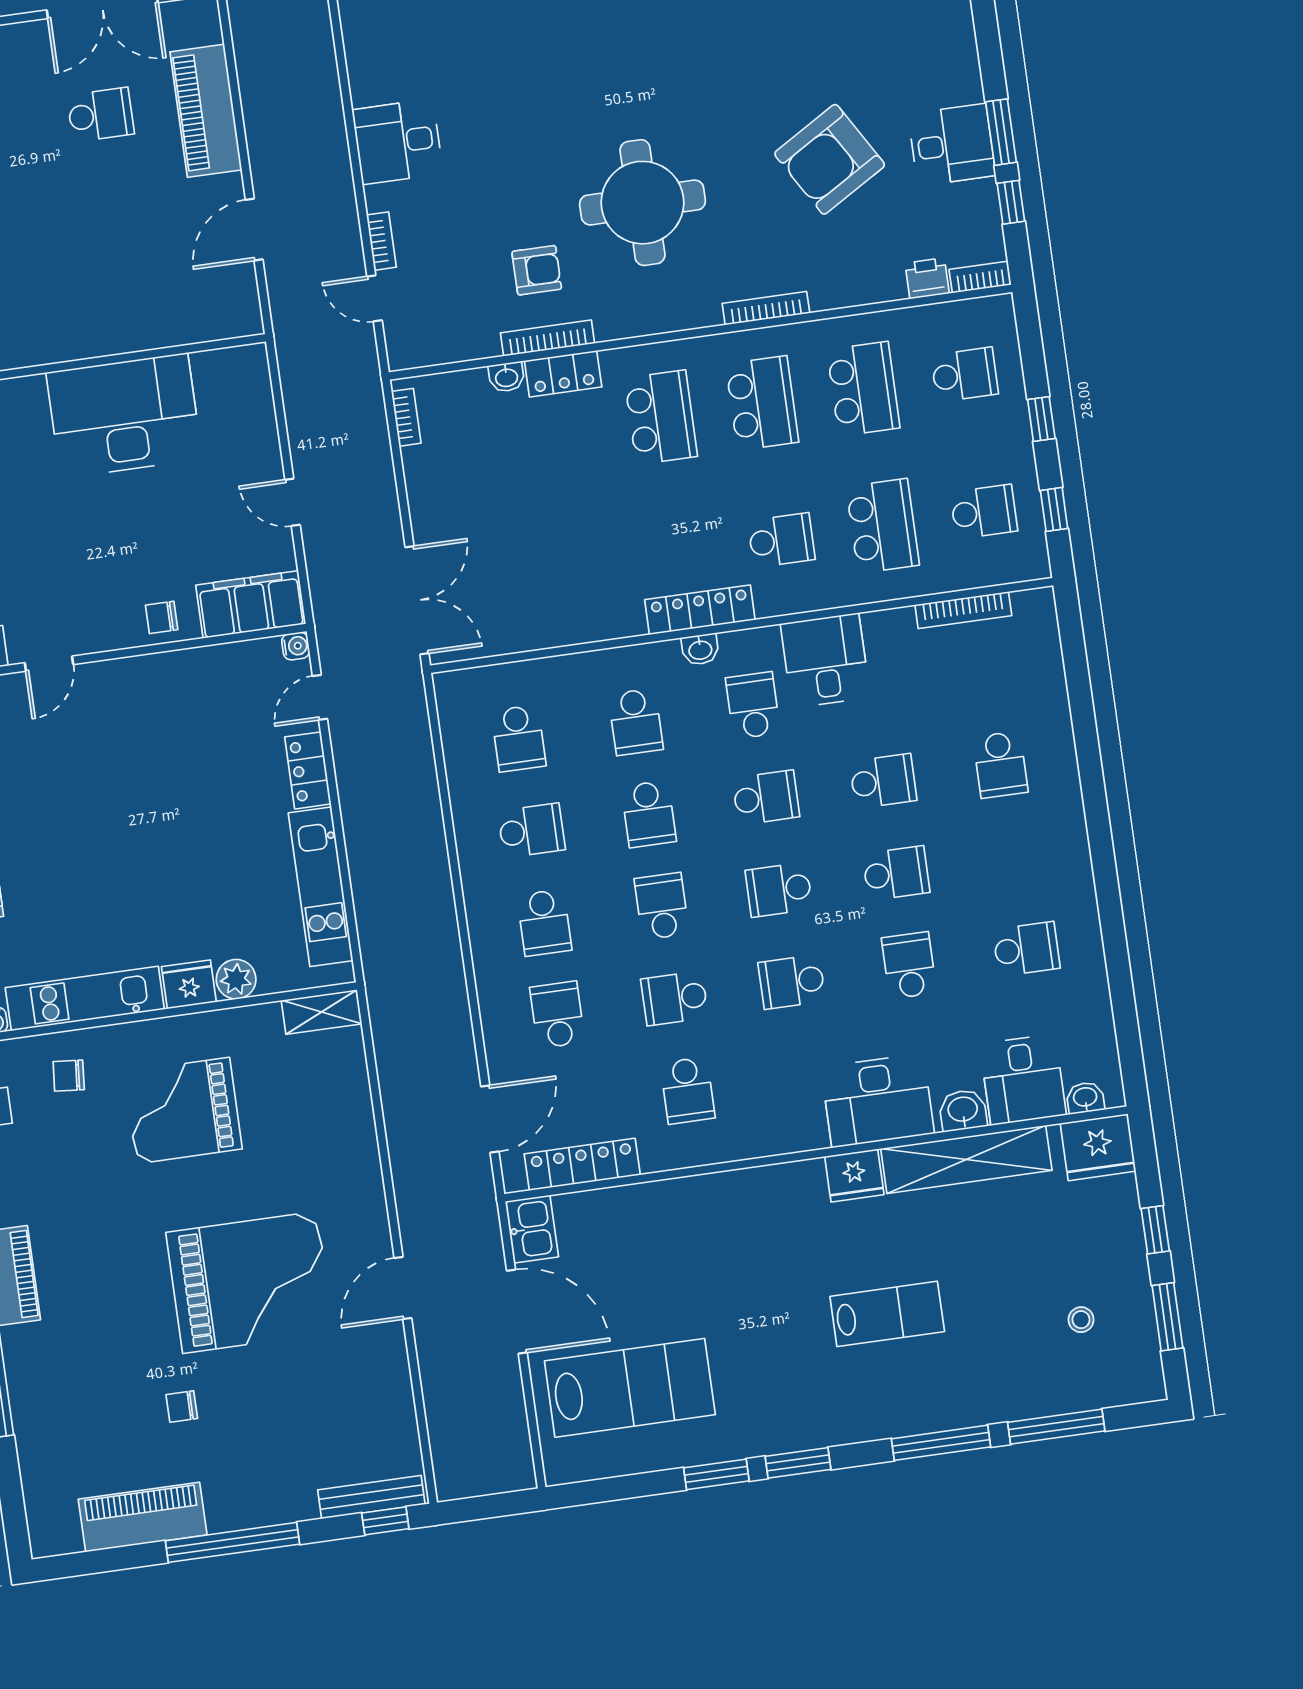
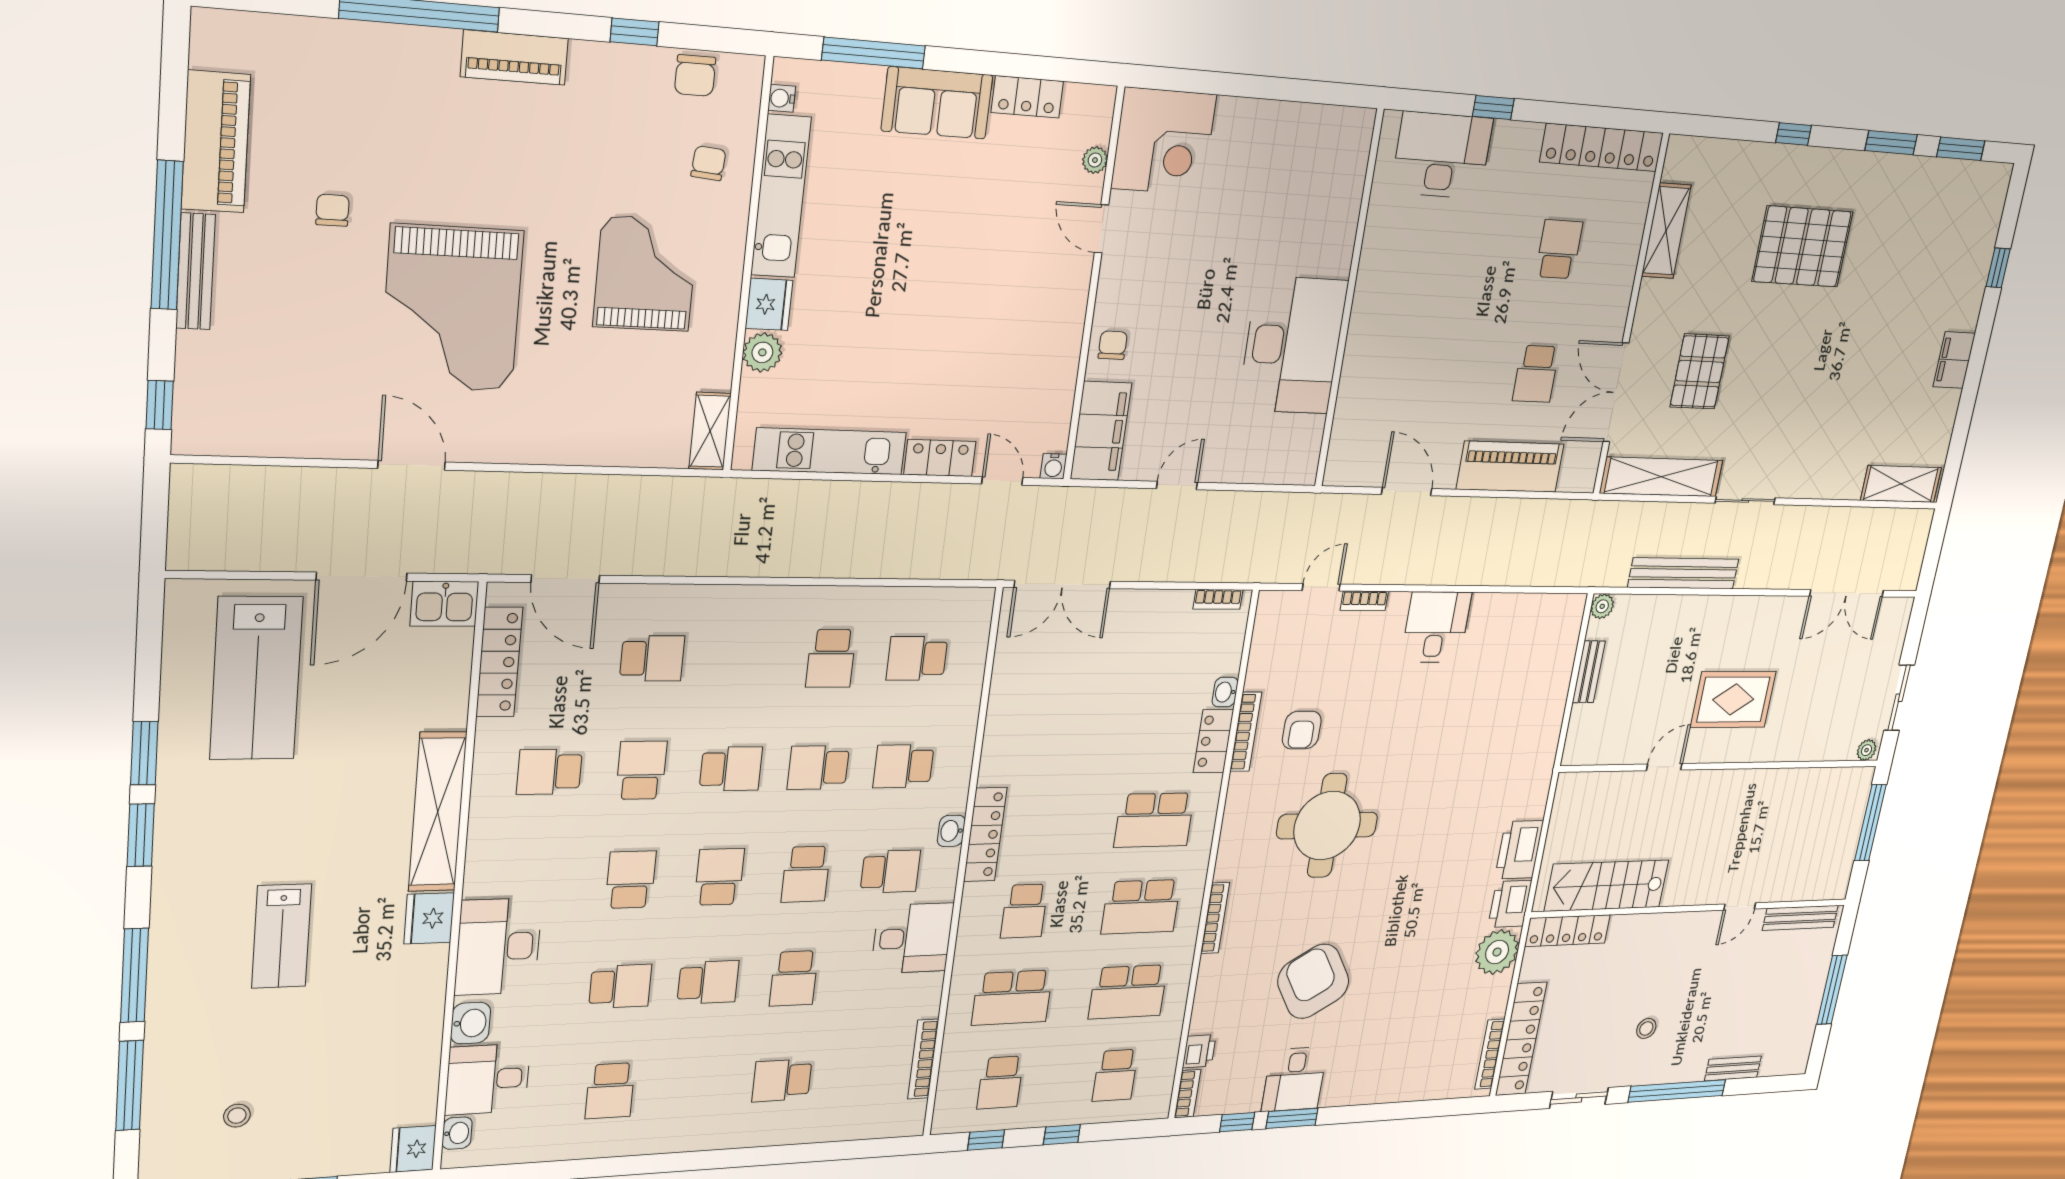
school desk: (896, 873) -> (708, 982), turned -90
school desk: (544, 923) -> (743, 658), removed
fridge: (1098, 1147) -> (413, 1149), width x0.73, depth x0.75
shelving: (966, 1160) -> (438, 812), moved
bench: (371, 1497) -> (195, 271), moved

